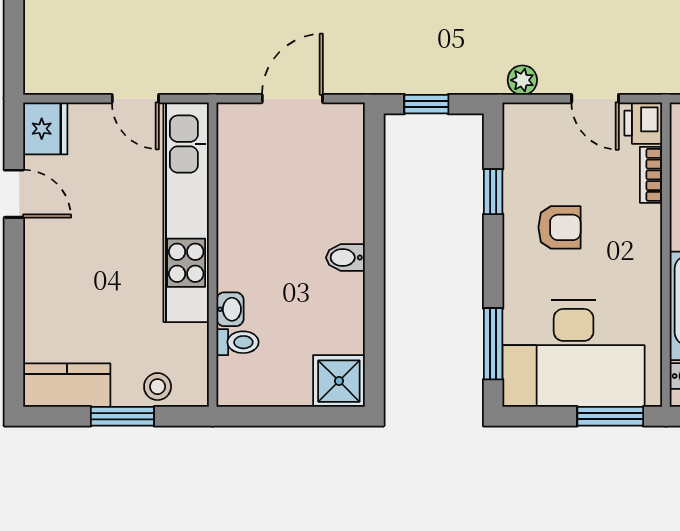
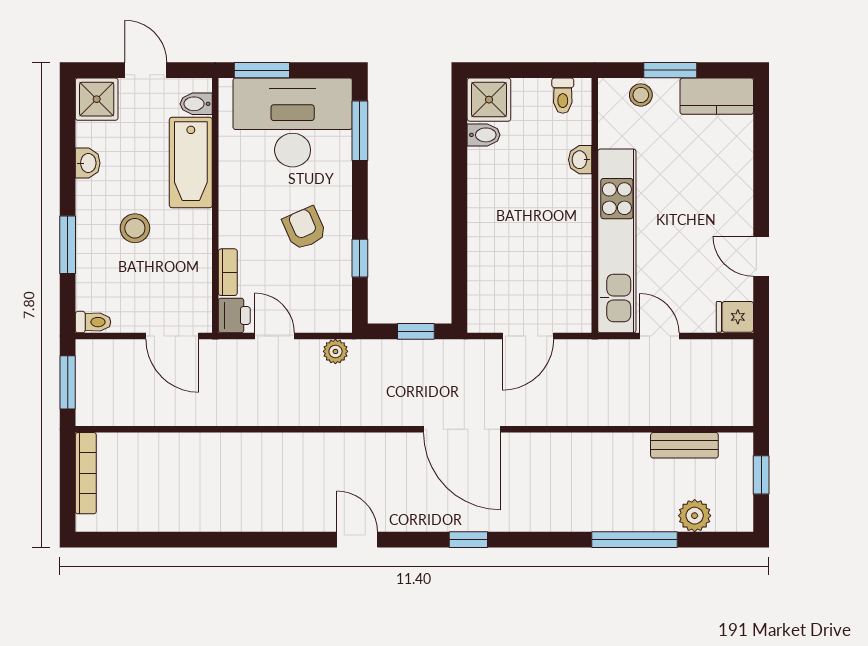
fridge: (45, 129) -> (735, 317), width x0.72
armchair: (559, 227) -> (304, 228), turned 66
bidet: (345, 258) -> (484, 135), moved
toilet: (237, 342) -> (563, 96), moved, turned -90

